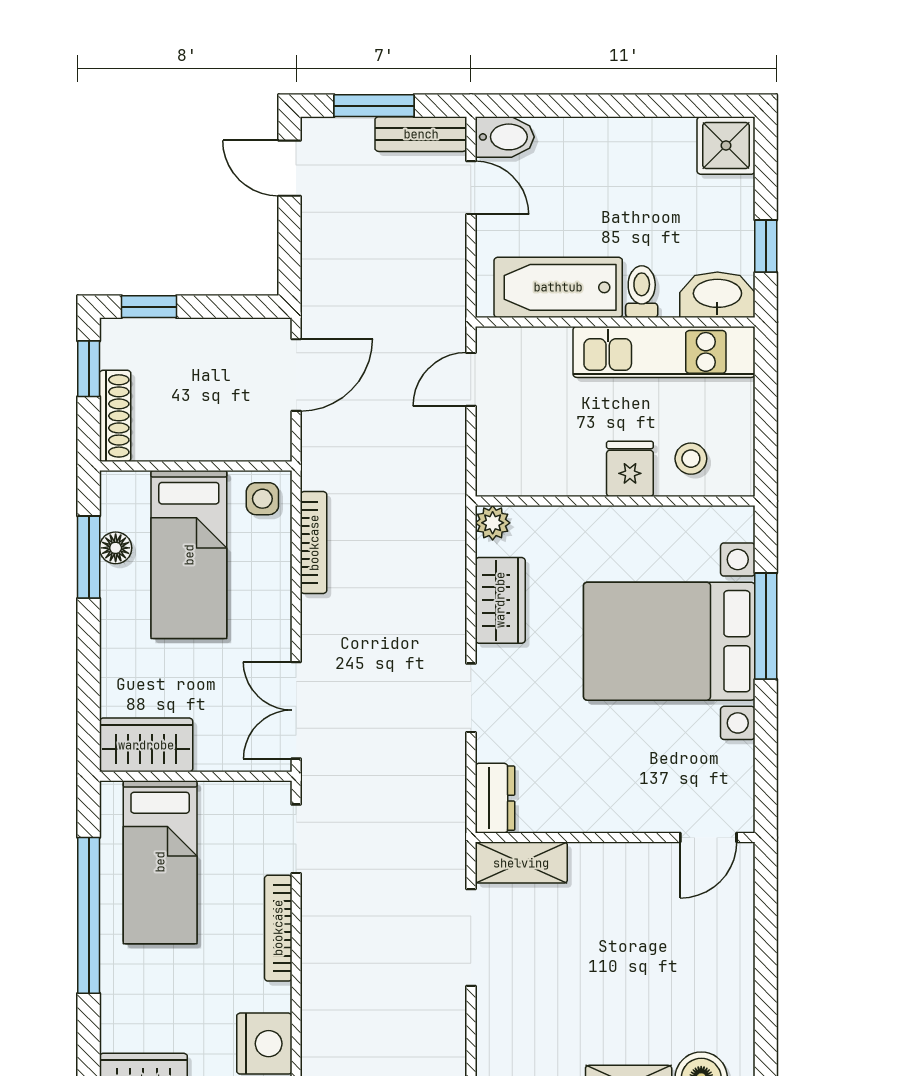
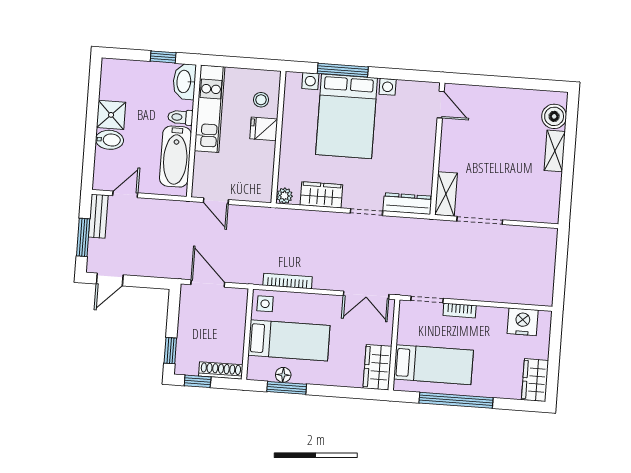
bidet: (505, 137) -> (109, 140), moved, turned 90
shower: (726, 145) -> (111, 115), moved
dresser: (495, 798) -> (407, 204), width x1.44
bookcase: (278, 928) -> (460, 310), width x0.64

